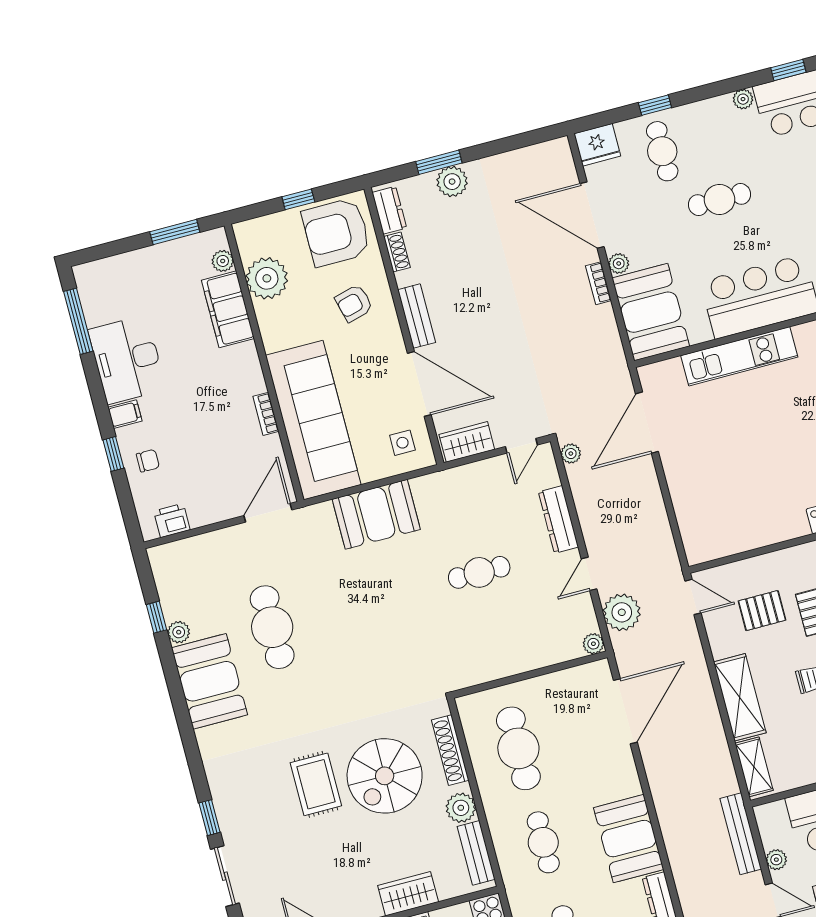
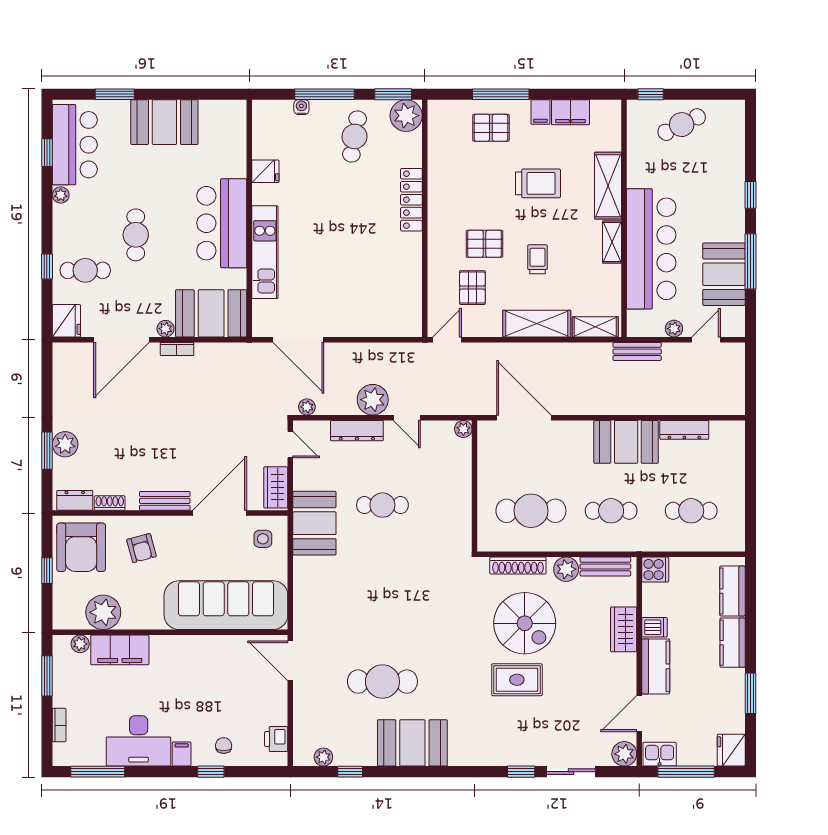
bookcase: (266, 414) -> (59, 725), moved, turned -90
booth: (376, 514) -> (314, 523), moved
cafe table: (479, 572) -> (382, 505), turned 90
plant: (622, 612) -> (373, 400), moved
plant: (179, 632) -> (323, 757), moved
bench: (741, 834) -> (637, 351), width x0.73

